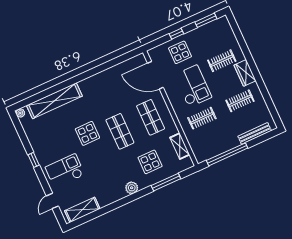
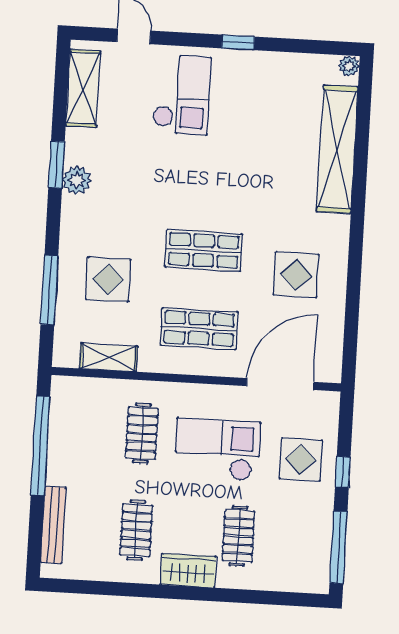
window: (206, 20) -> (338, 547), width x1.44
checkout: (193, 86) -> (217, 449), turned 180
display table: (87, 133) -> (296, 275), moved
plant: (132, 188) -> (77, 180), moved
window: (117, 205) -> (57, 165), added

